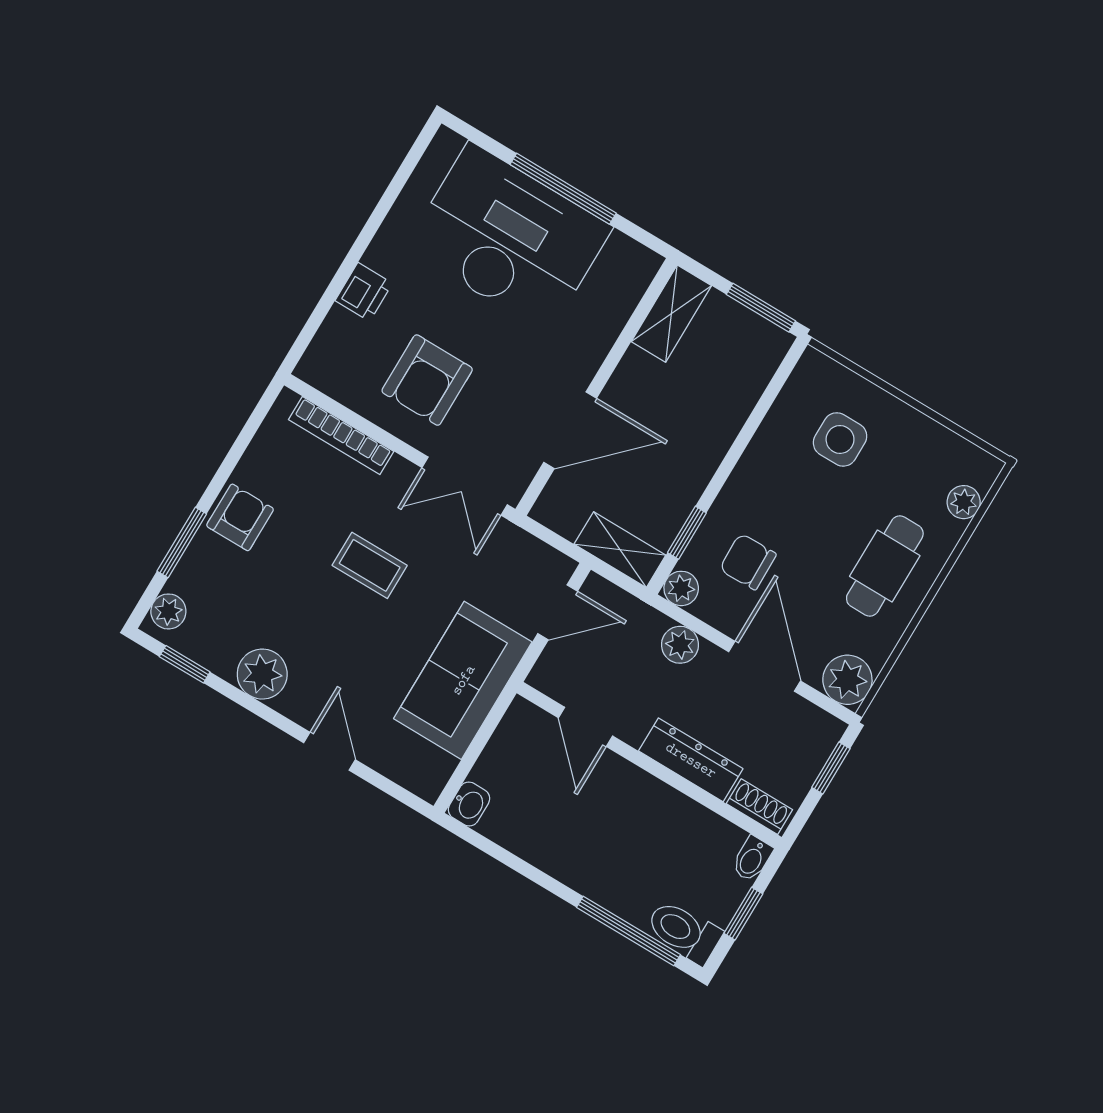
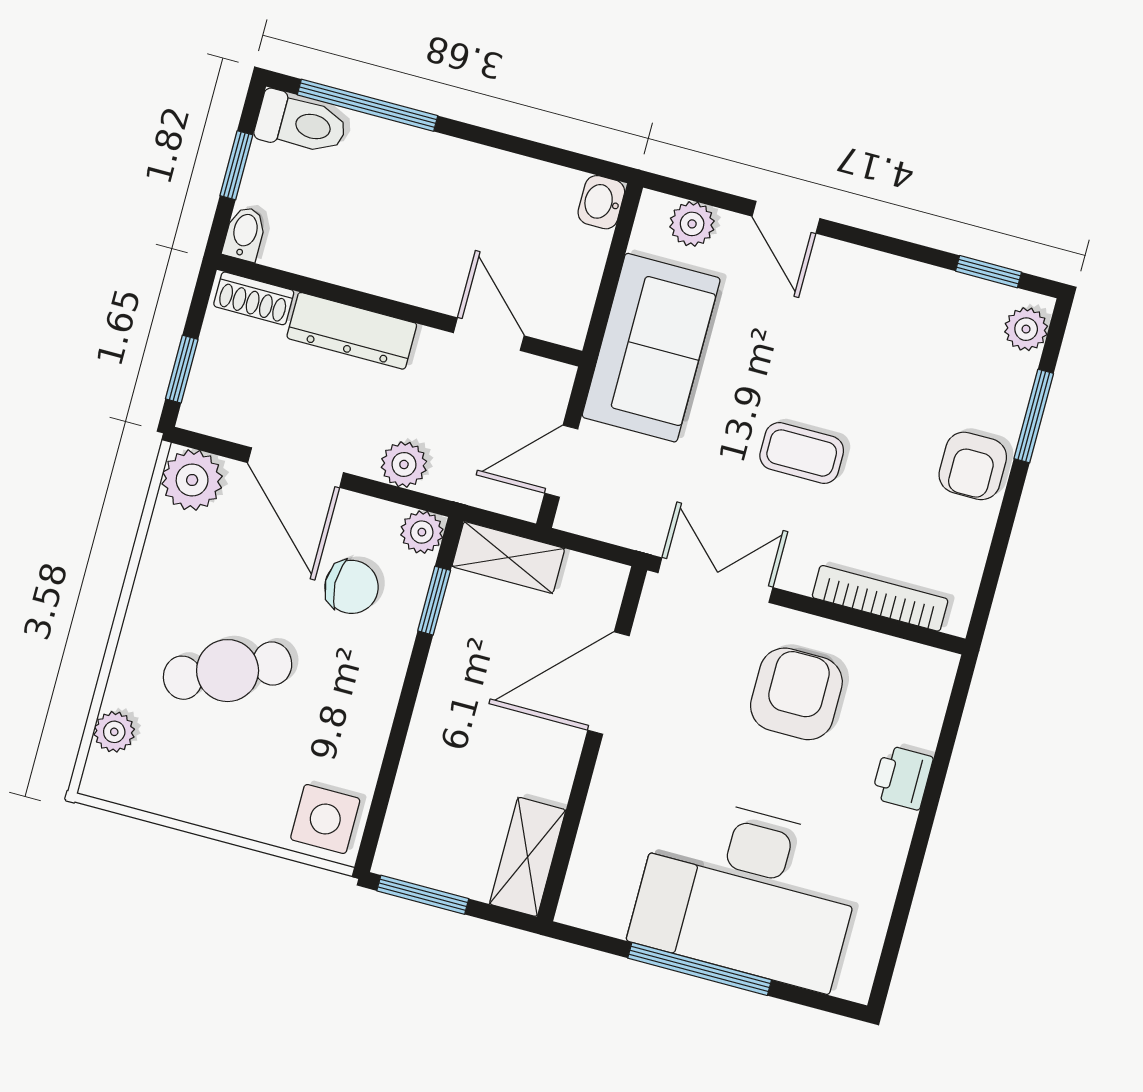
side table: (840, 439) -> (325, 819), moved
cafe table: (885, 566) -> (228, 671), moved, turned 66
plant: (262, 674) -> (692, 224), moved, width x0.73, depth x0.73

